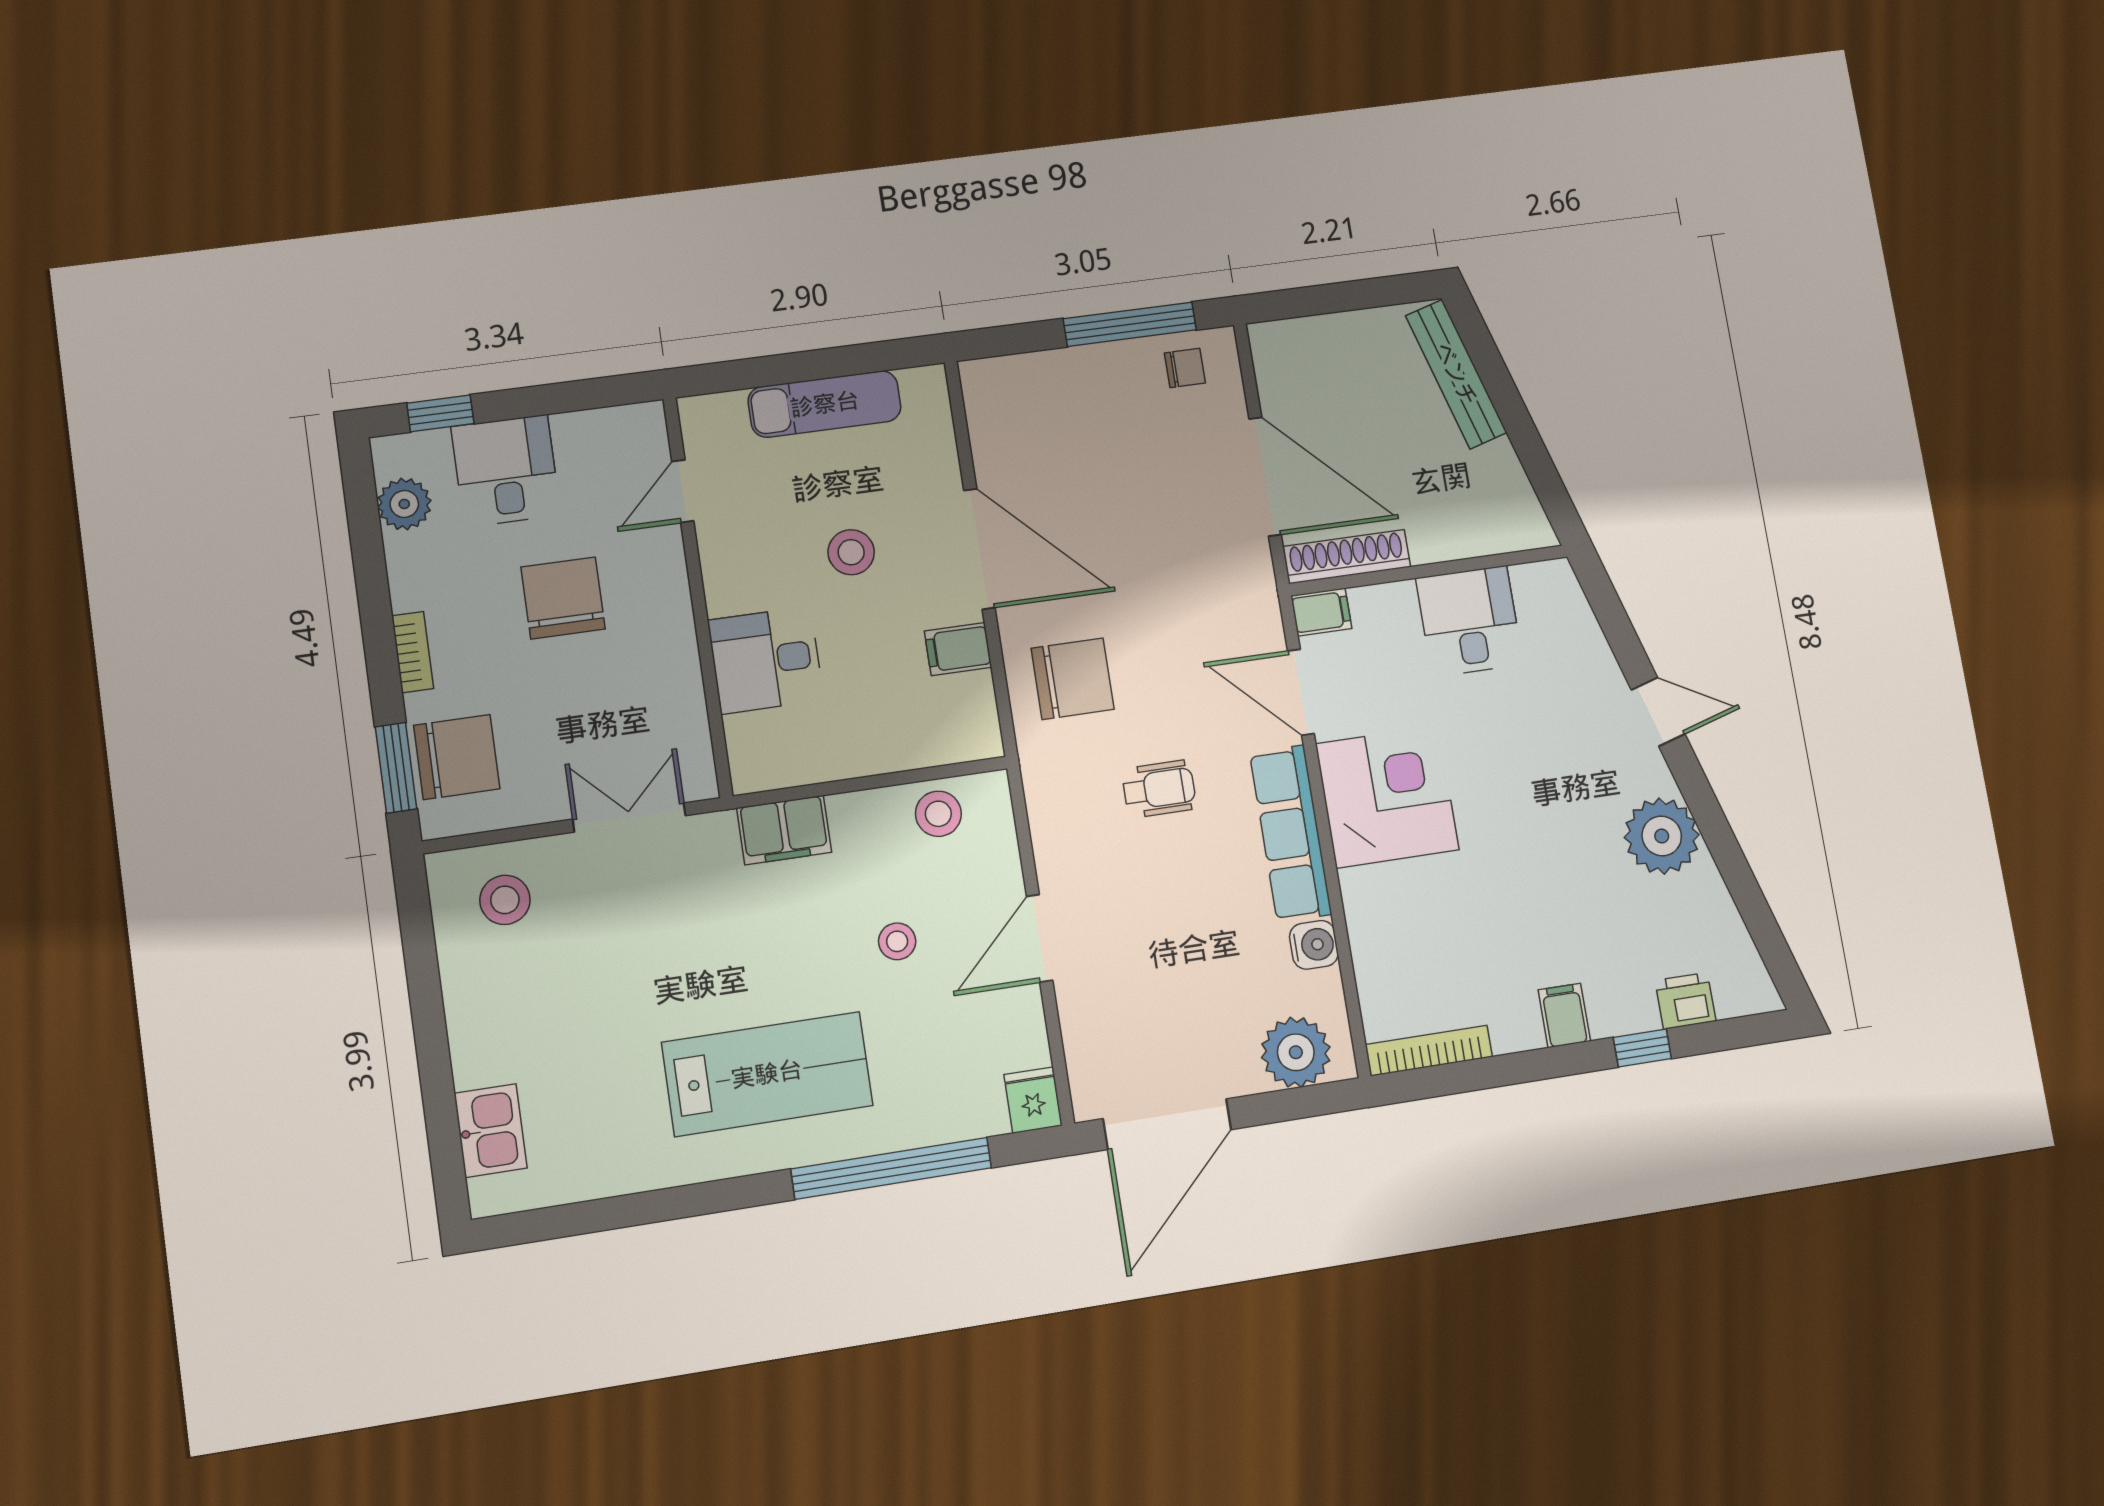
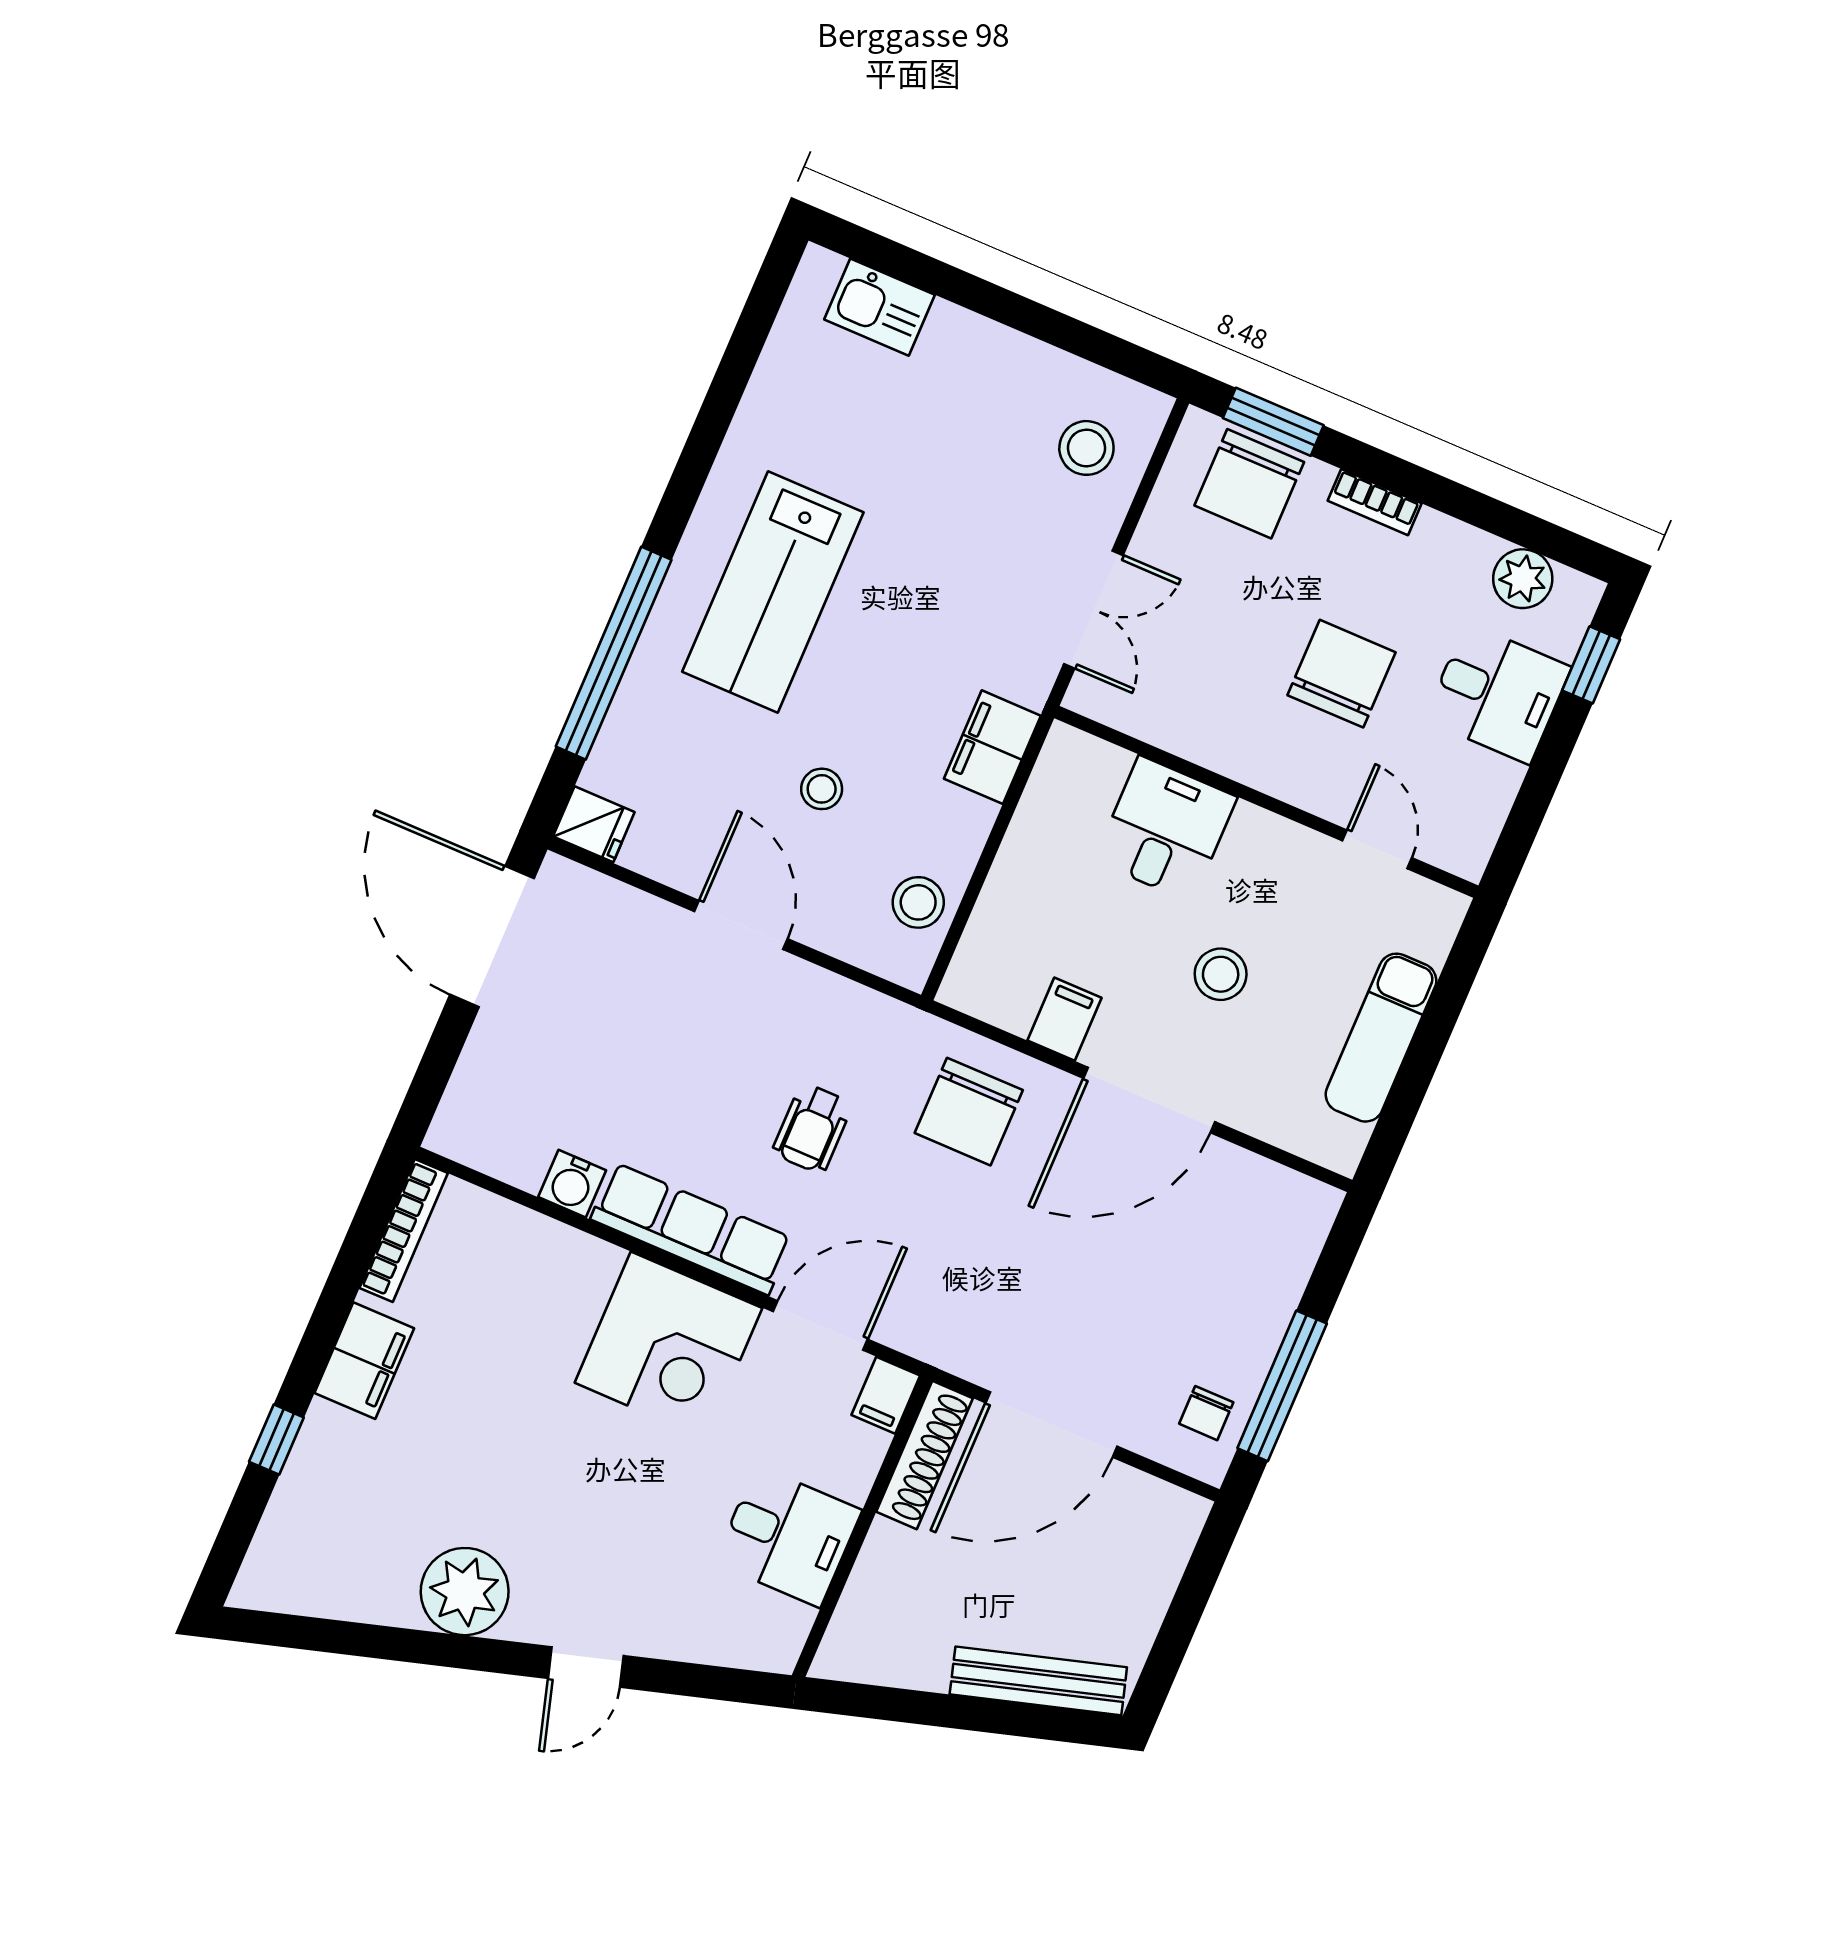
chair: (563, 598) -> (1342, 674), turned -90
printer: (1685, 1001) -> (294, 1511), removed
filing cabinet: (1564, 1015) -> (364, 1361), width x2.00
plant: (1296, 1052) -> (482, 1102), removed

